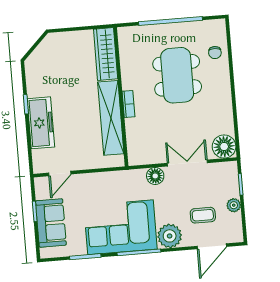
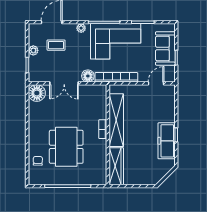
freezer: (41, 123) -> (167, 141), moved
bookcase: (116, 177) -> (116, 77), added
plant: (170, 236) -> (81, 28), width x0.53, depth x0.53

